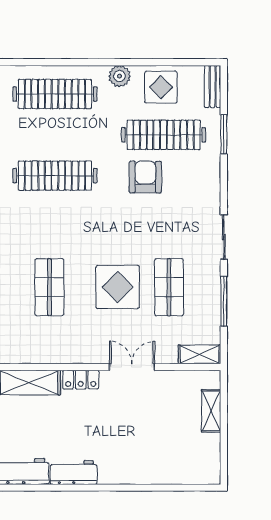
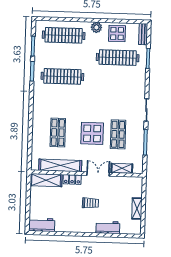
armchair: (145, 177) -> (108, 78), removed
shelving: (56, 352) -> (60, 165), added
shelving: (200, 354) -> (122, 168), moved
shelving: (211, 411) -> (137, 209), moved
trolley: (119, 425) -> (90, 203), added
workbench: (74, 473) -> (108, 227), moved

